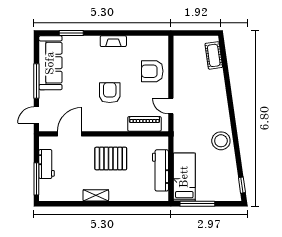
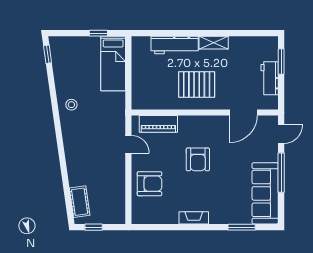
window: (201, 33) -> (94, 227), added
stool: (221, 141) -> (71, 105), width x0.53, depth x0.53
workbench: (160, 170) -> (175, 45), moved, turned 90
window: (36, 179) -> (281, 61), width x0.69
window: (197, 204) -> (98, 33), width x0.46

